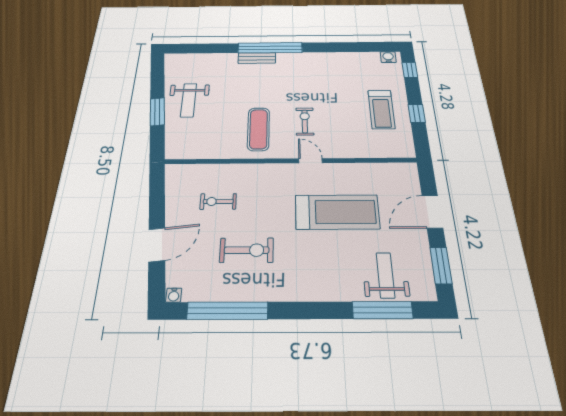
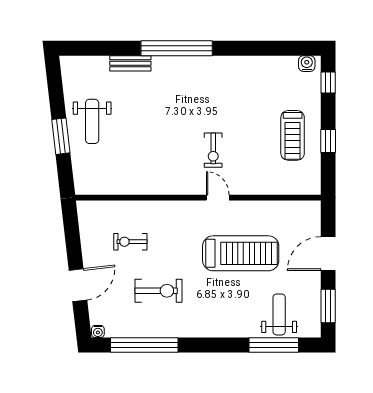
bench: (257, 58) -> (130, 63), moved
exercise bike: (305, 121) -> (213, 150), turned 180
exercise mat: (259, 129) -> (166, 159), removed

